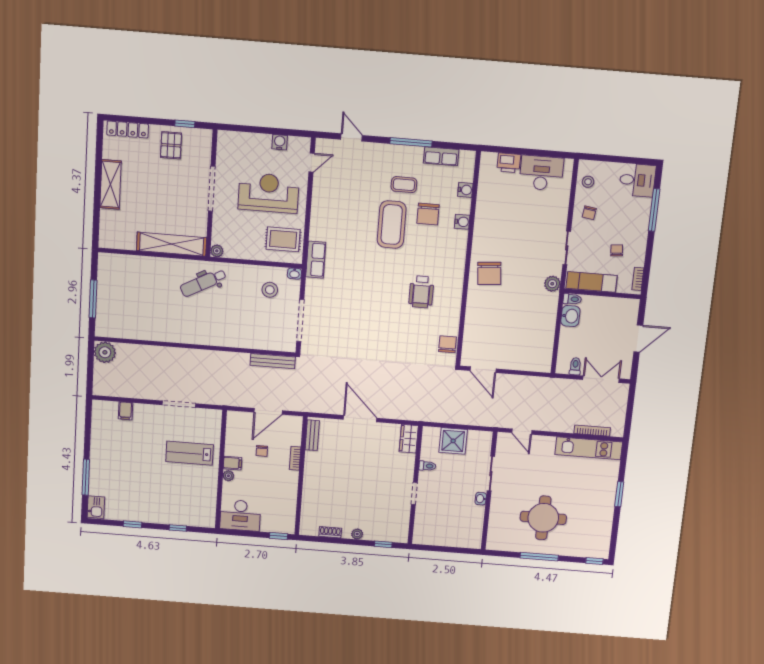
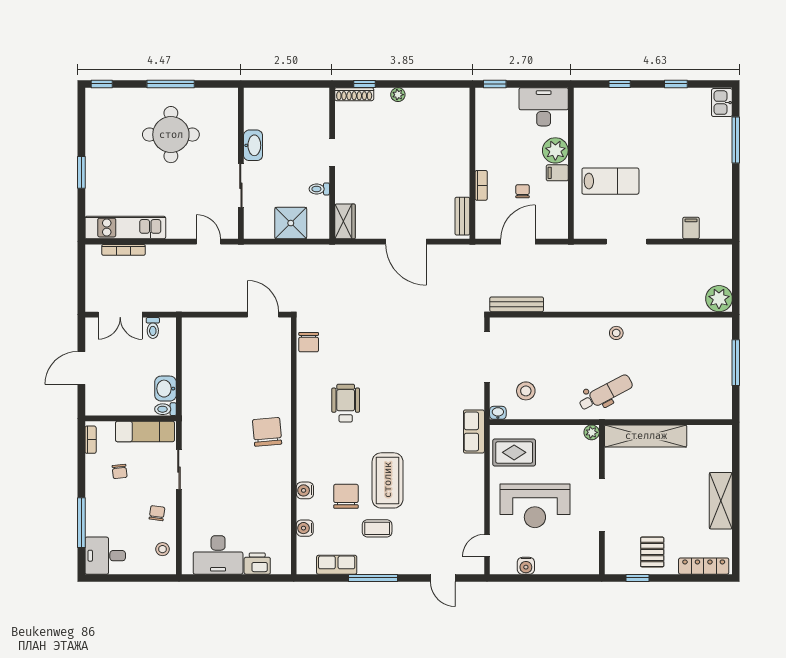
plant: (552, 284) -> (191, 426), removed
stool: (192, 331) -> (616, 333), added
plant: (228, 476) -> (555, 150), width x1.87, depth x1.87
washbasin: (481, 499) -> (253, 145), width x1.91, depth x1.45
shoe rack: (330, 532) -> (354, 94), moved, width x1.43

